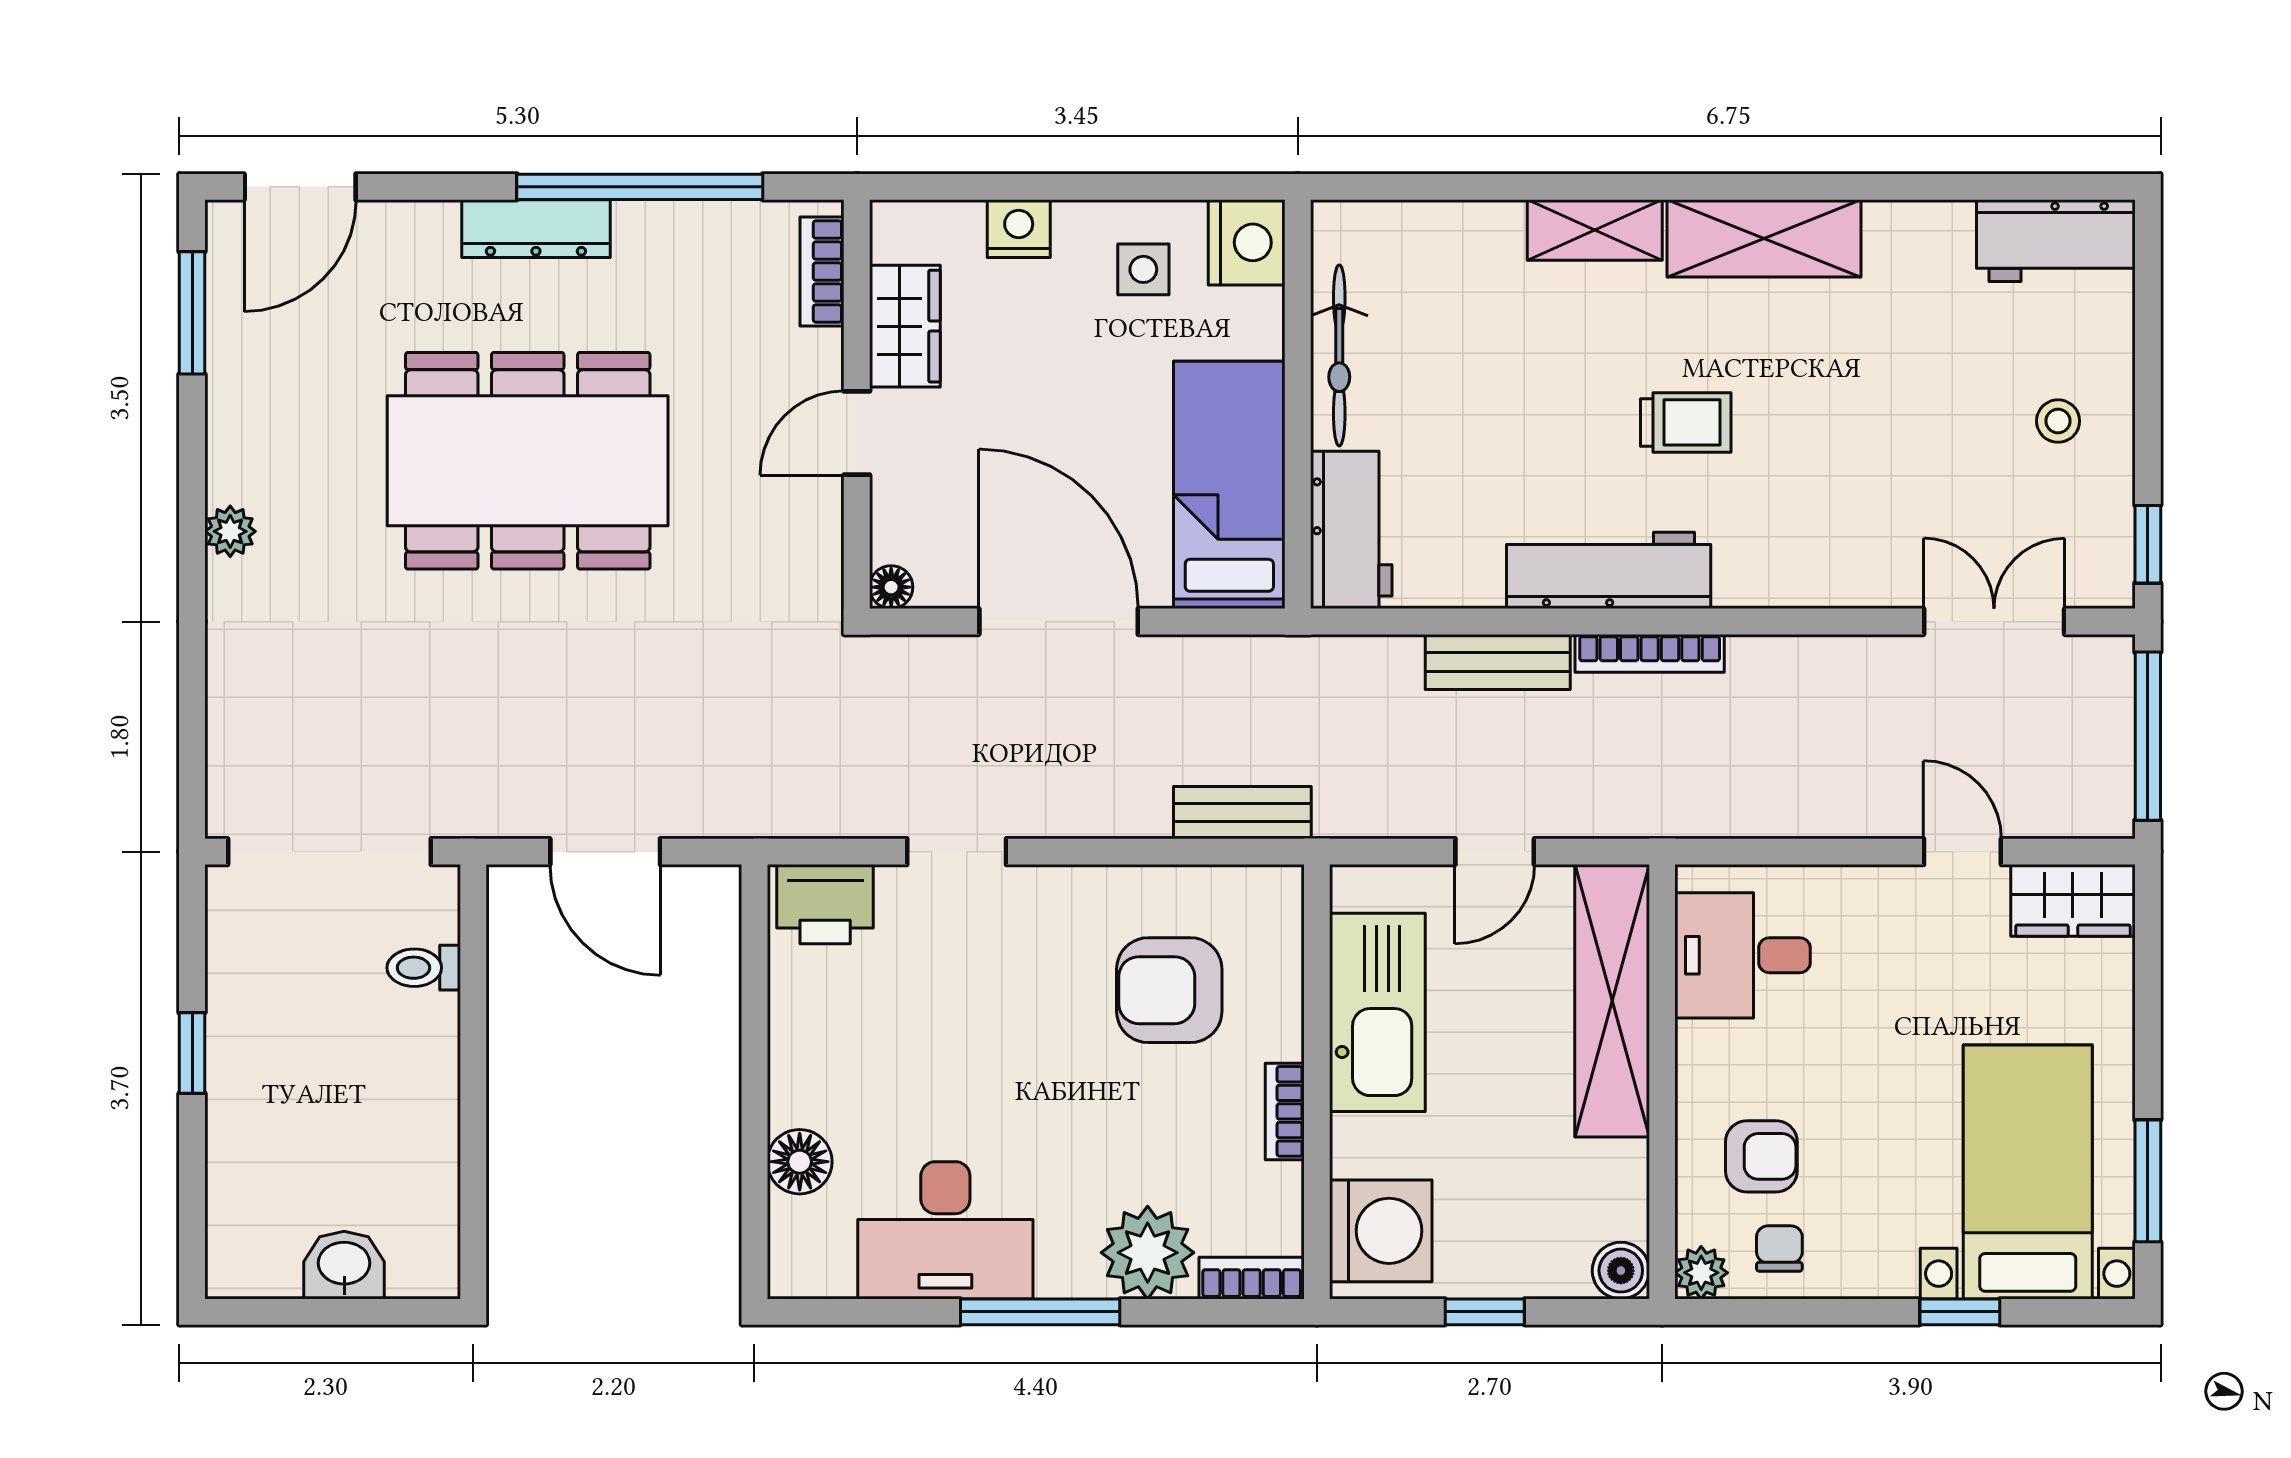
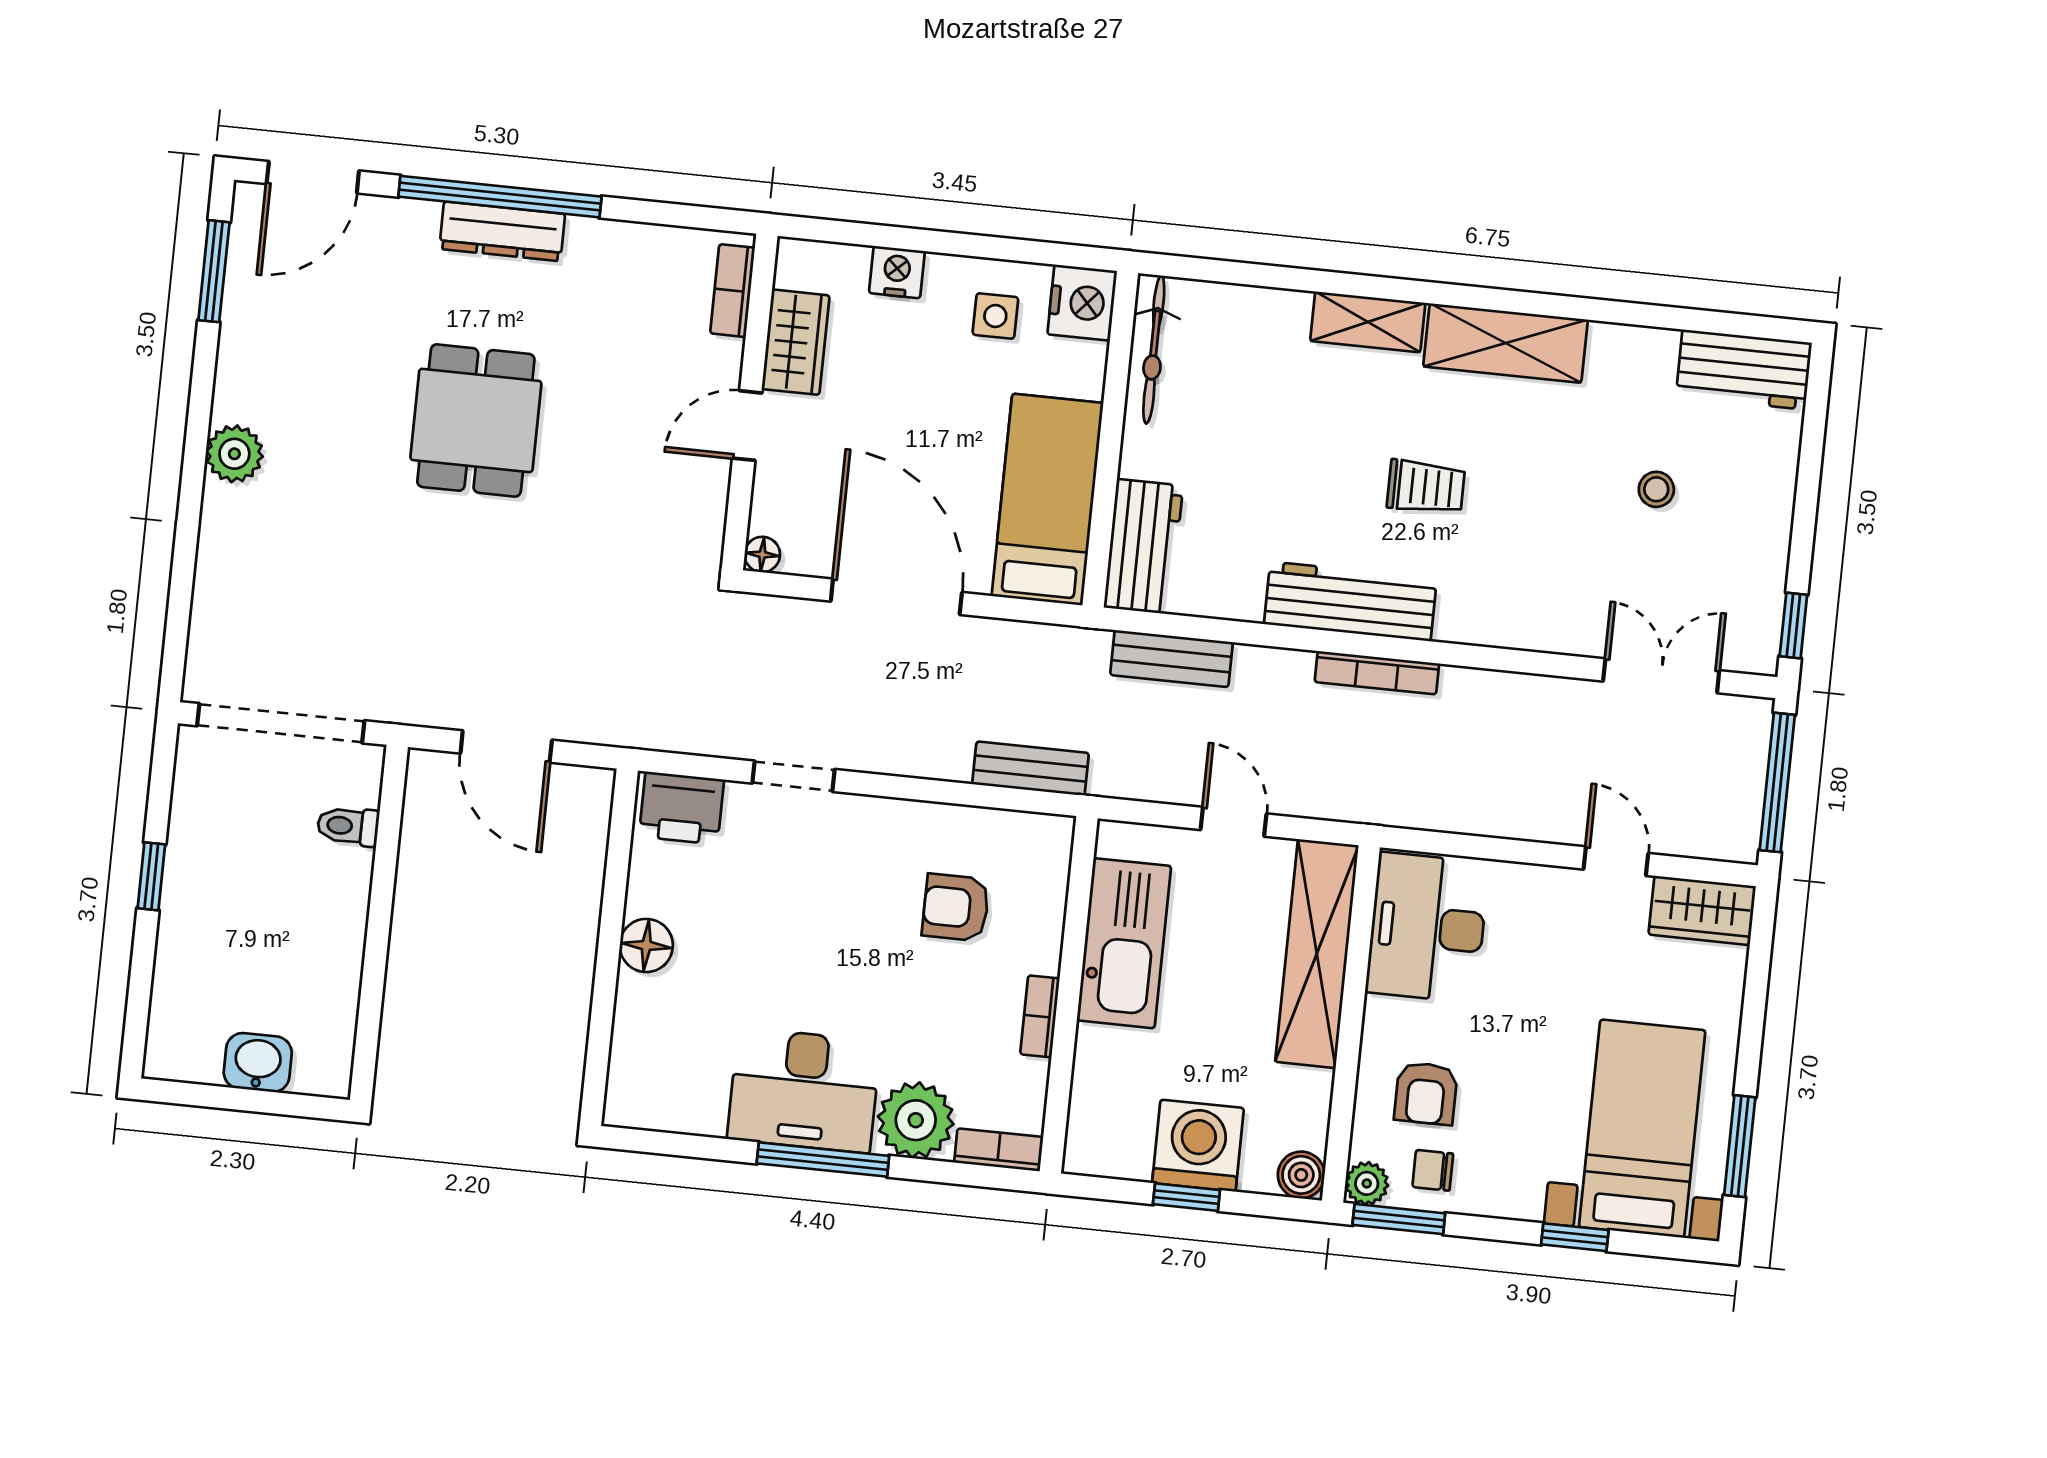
window: (640, 187) -> (500, 197), moved
bicycle: (1339, 355) -> (1154, 350), moved
stool: (2058, 421) -> (1656, 489), moved
dining table: (528, 461) -> (476, 420), width x0.53, depth x0.80
plant: (230, 531) -> (234, 454), width x1.38, depth x1.38
bench: (1498, 662) -> (1171, 659), moved
door: (1495, 852) -> (1233, 822), swing flipped
desk: (1743, 955) -> (1427, 927), width x1.37
armchair: (1169, 990) -> (956, 907), width x0.72, depth x0.72
armchair: (1761, 1156) -> (1426, 1093), turned 90
floor lamp: (800, 1162) -> (646, 945), moved
desk: (945, 1230) -> (804, 1090), moved
washing machine: (1381, 1231) -> (1198, 1146), moved, turned -90
chair: (1779, 1249) -> (1433, 1170), turned -90
window: (1744, 1312) -> (1399, 1219), added

